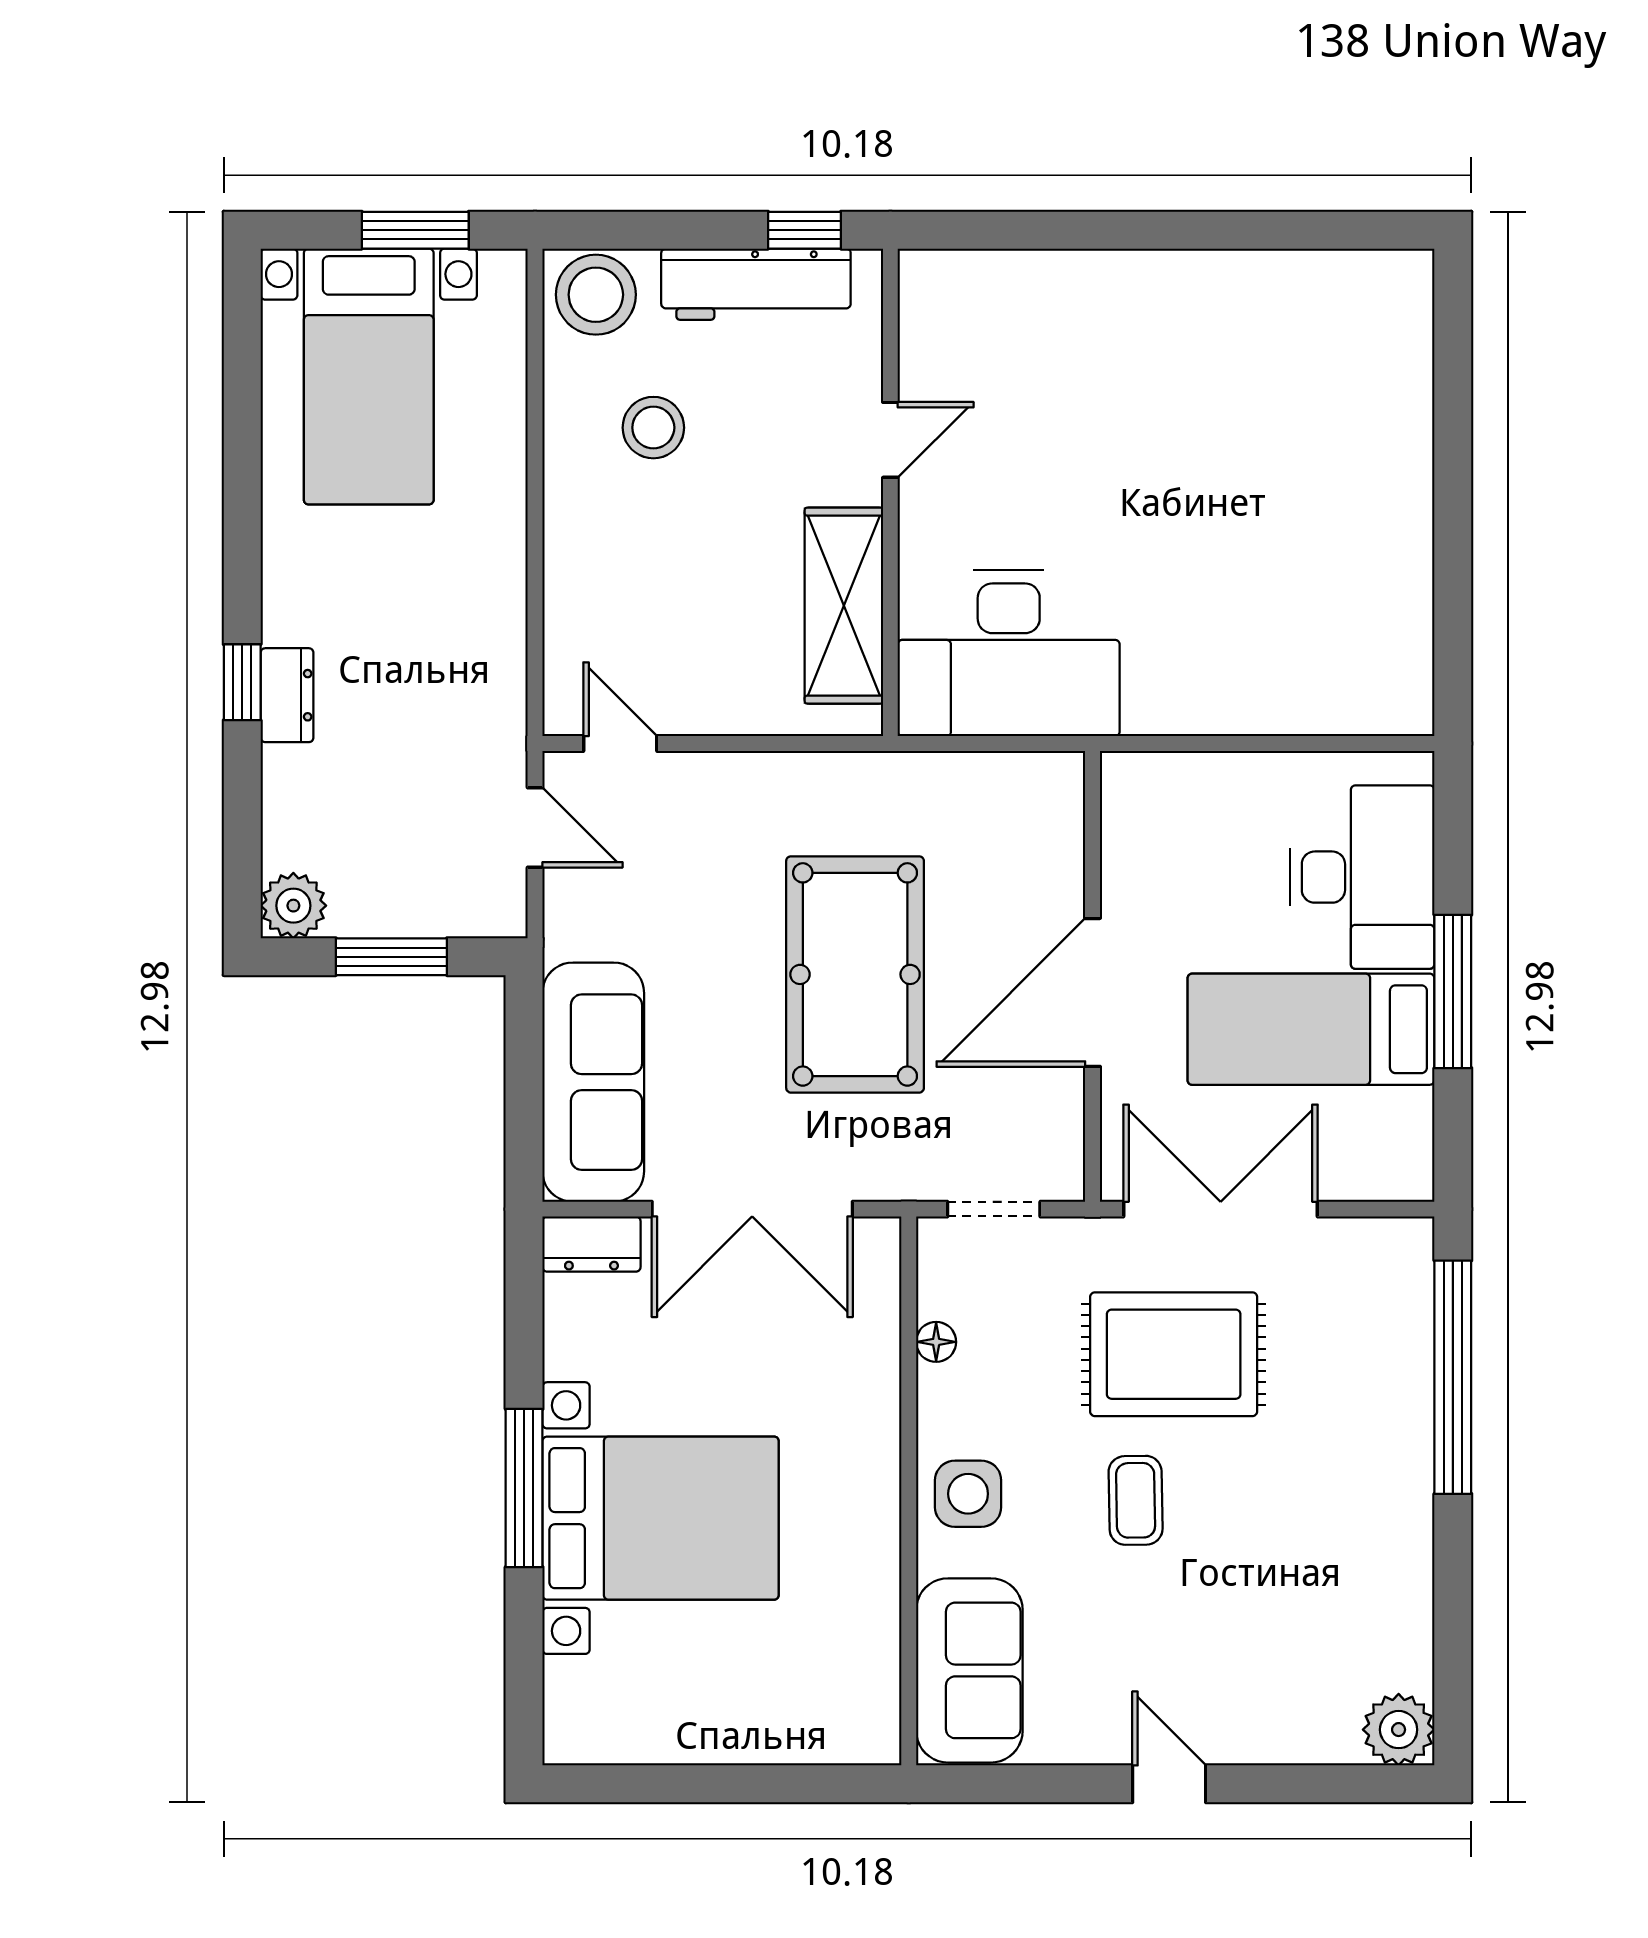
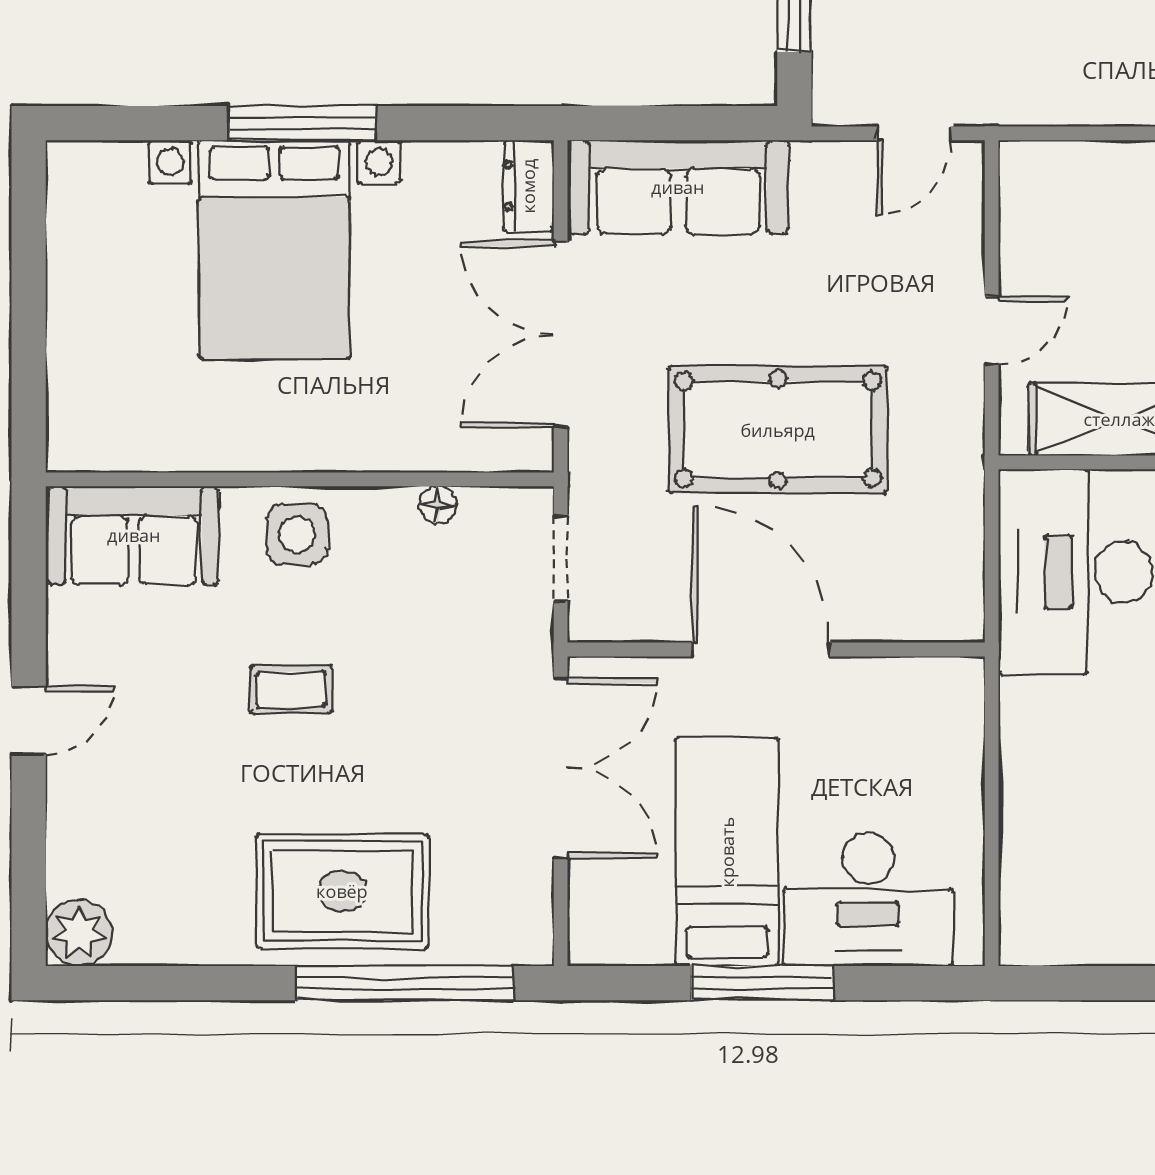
door: (620, 744) -> (992, 331), moved
rug: (1174, 1354) -> (342, 891), moved, turned 90

